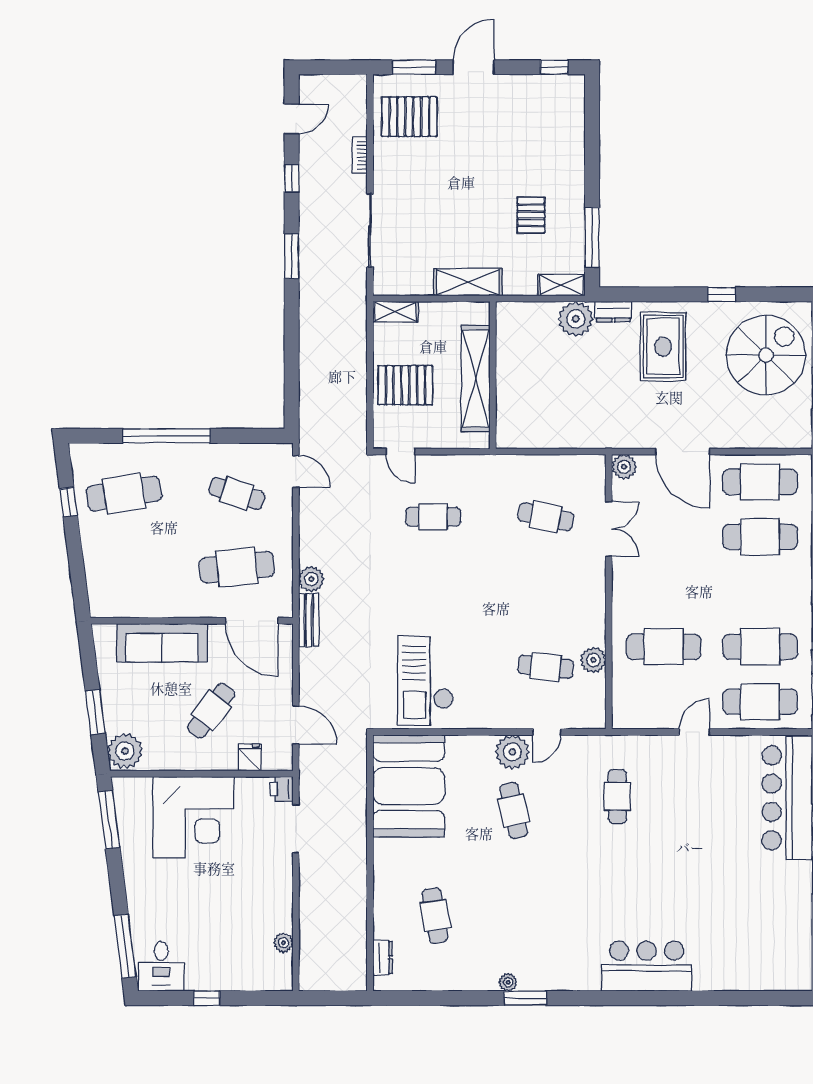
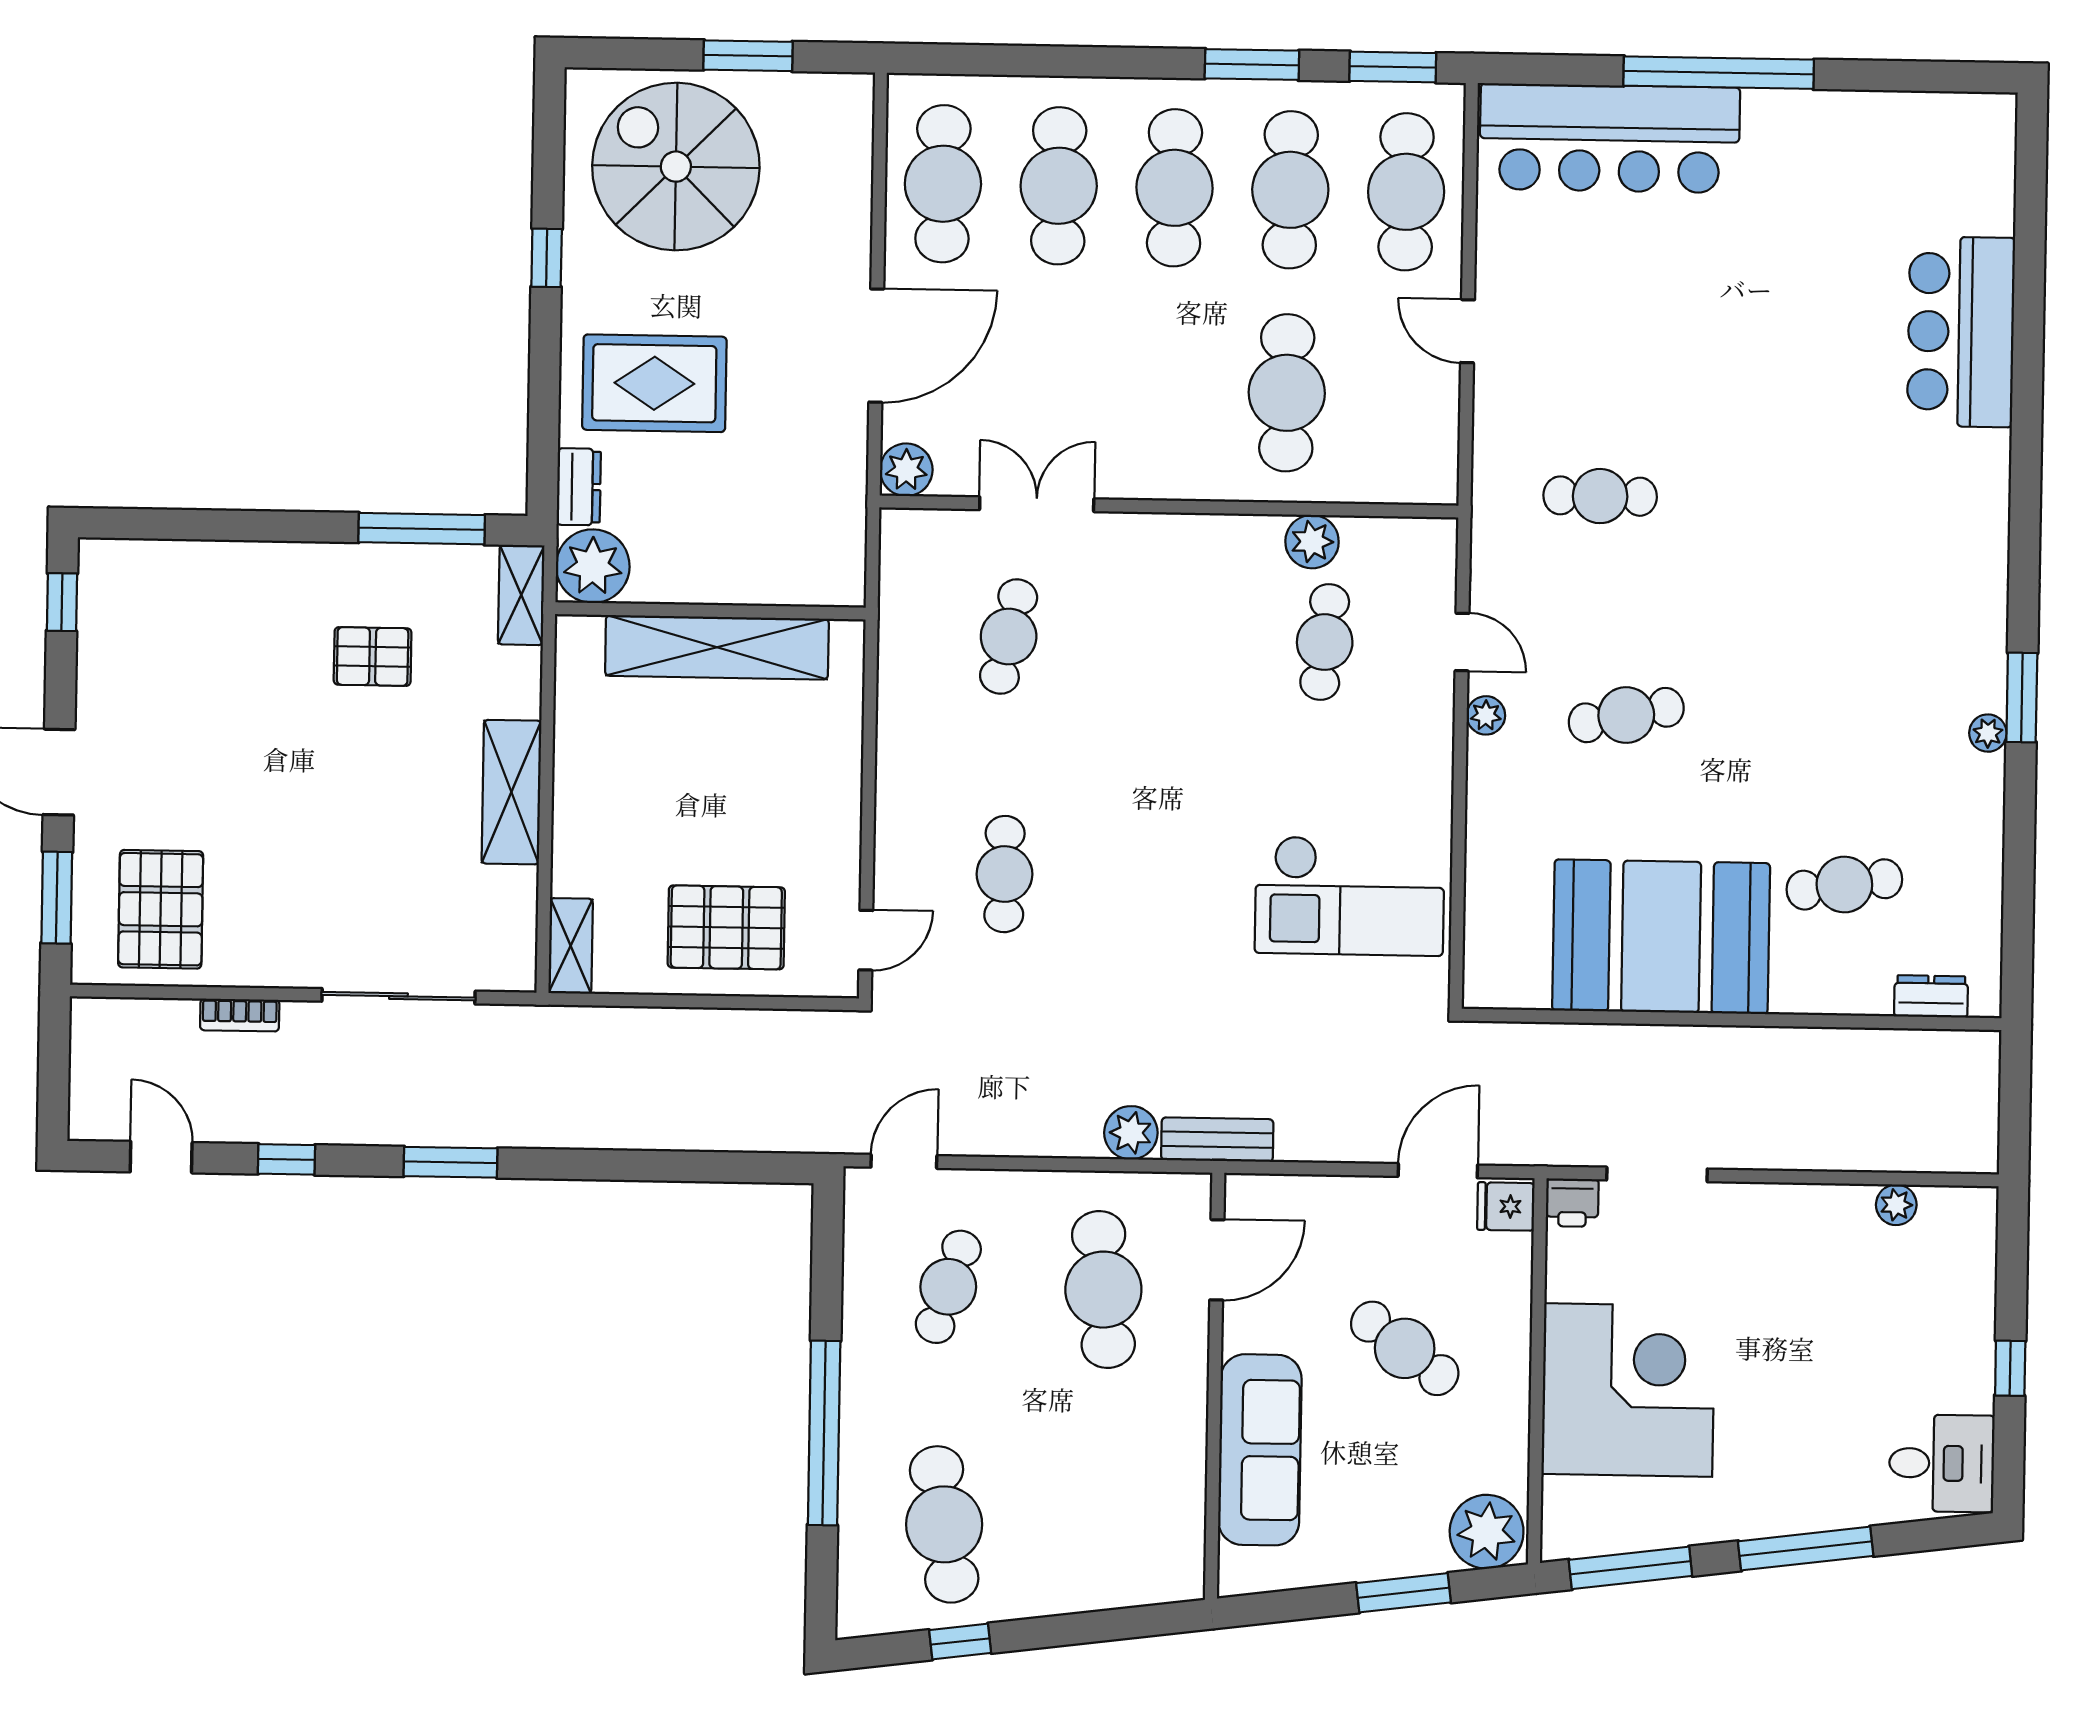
wall: (493, 375) -> (710, 611), moved
shelving: (476, 378) -> (717, 647), moved
pallet: (405, 385) -> (726, 927), turned 90
cafe table: (760, 592) -> (1175, 188), added
door: (252, 621) -> (1217, 1260), width x0.73
plant: (512, 752) -> (1486, 715), width x0.53, depth x0.53
fridge: (250, 757) -> (1506, 1206), moved
booth: (409, 786) -> (1661, 937), moved
window: (125, 946) -> (1806, 1549), moved
bar counter: (647, 966) -> (1961, 332), moved

